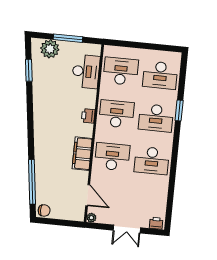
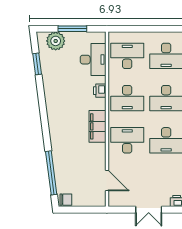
desk: (116, 114) -> (127, 98), turned 180
printer: (88, 116) -> (100, 91), moved
filing cabinet: (82, 154) -> (98, 126), moved
plant: (91, 218) -> (113, 202), removed

